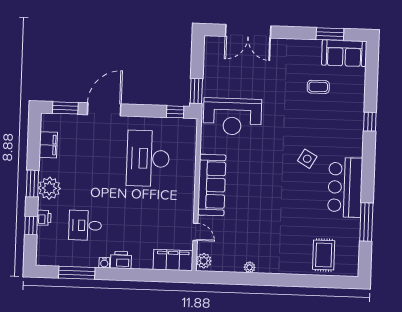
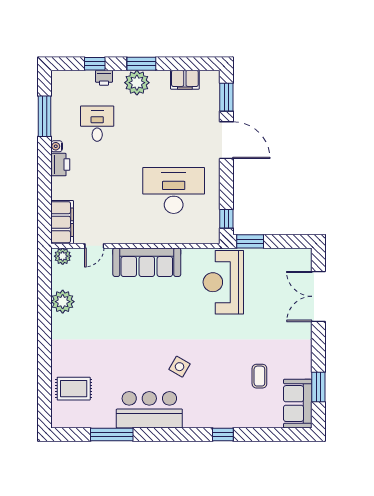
plant: (250, 267) -> (63, 302), width x1.88, depth x1.88

